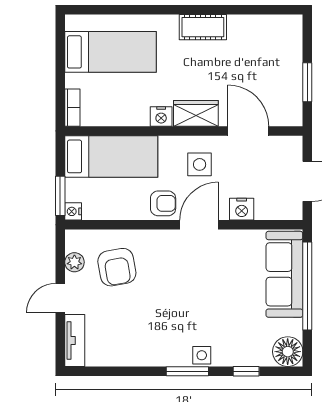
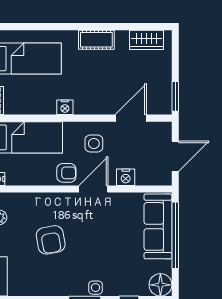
window: (307, 82) -> (175, 96), moved
wardrobe: (196, 113) -> (146, 40), moved, turned 180
door: (248, 131) -> (131, 118), hinge flipped
armchair: (117, 267) -> (51, 240), moved

